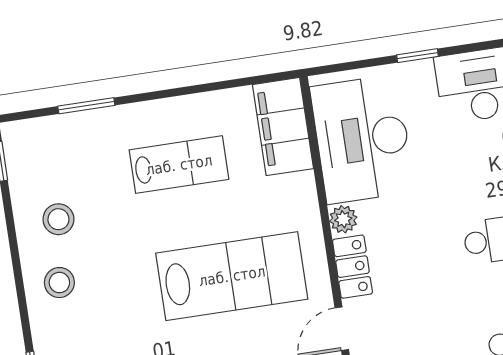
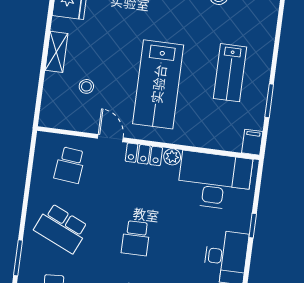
window: (86, 106) -> (269, 101), moved
filing cabinet: (283, 127) -> (252, 142), width x0.33, depth x0.86

